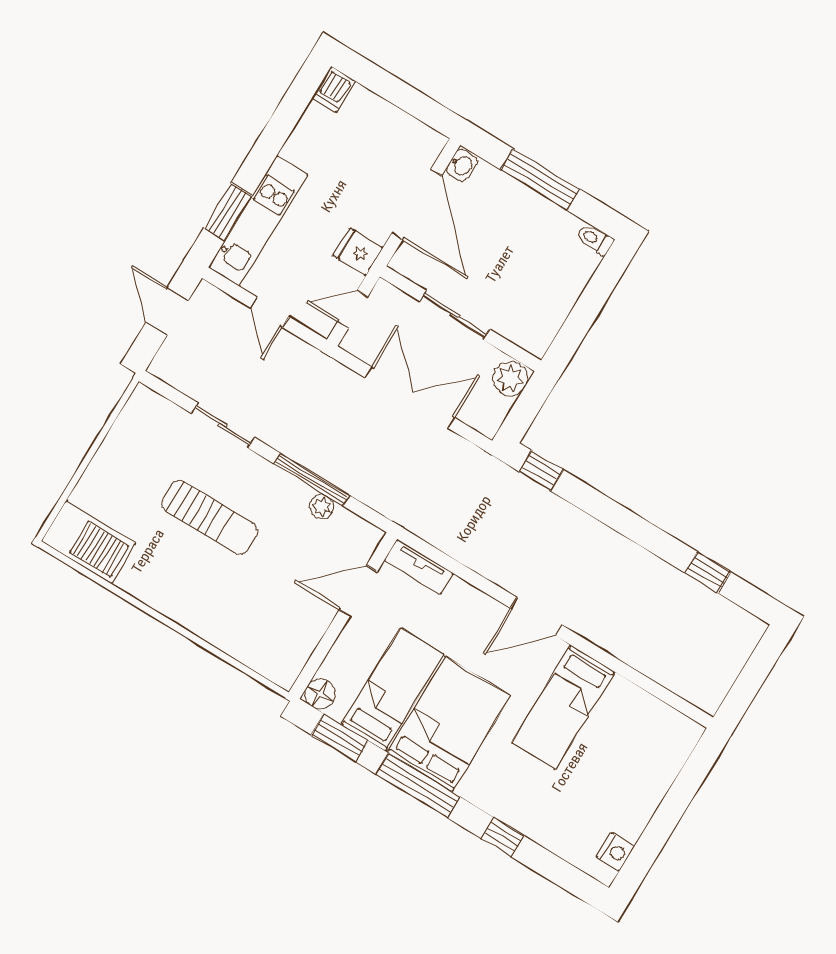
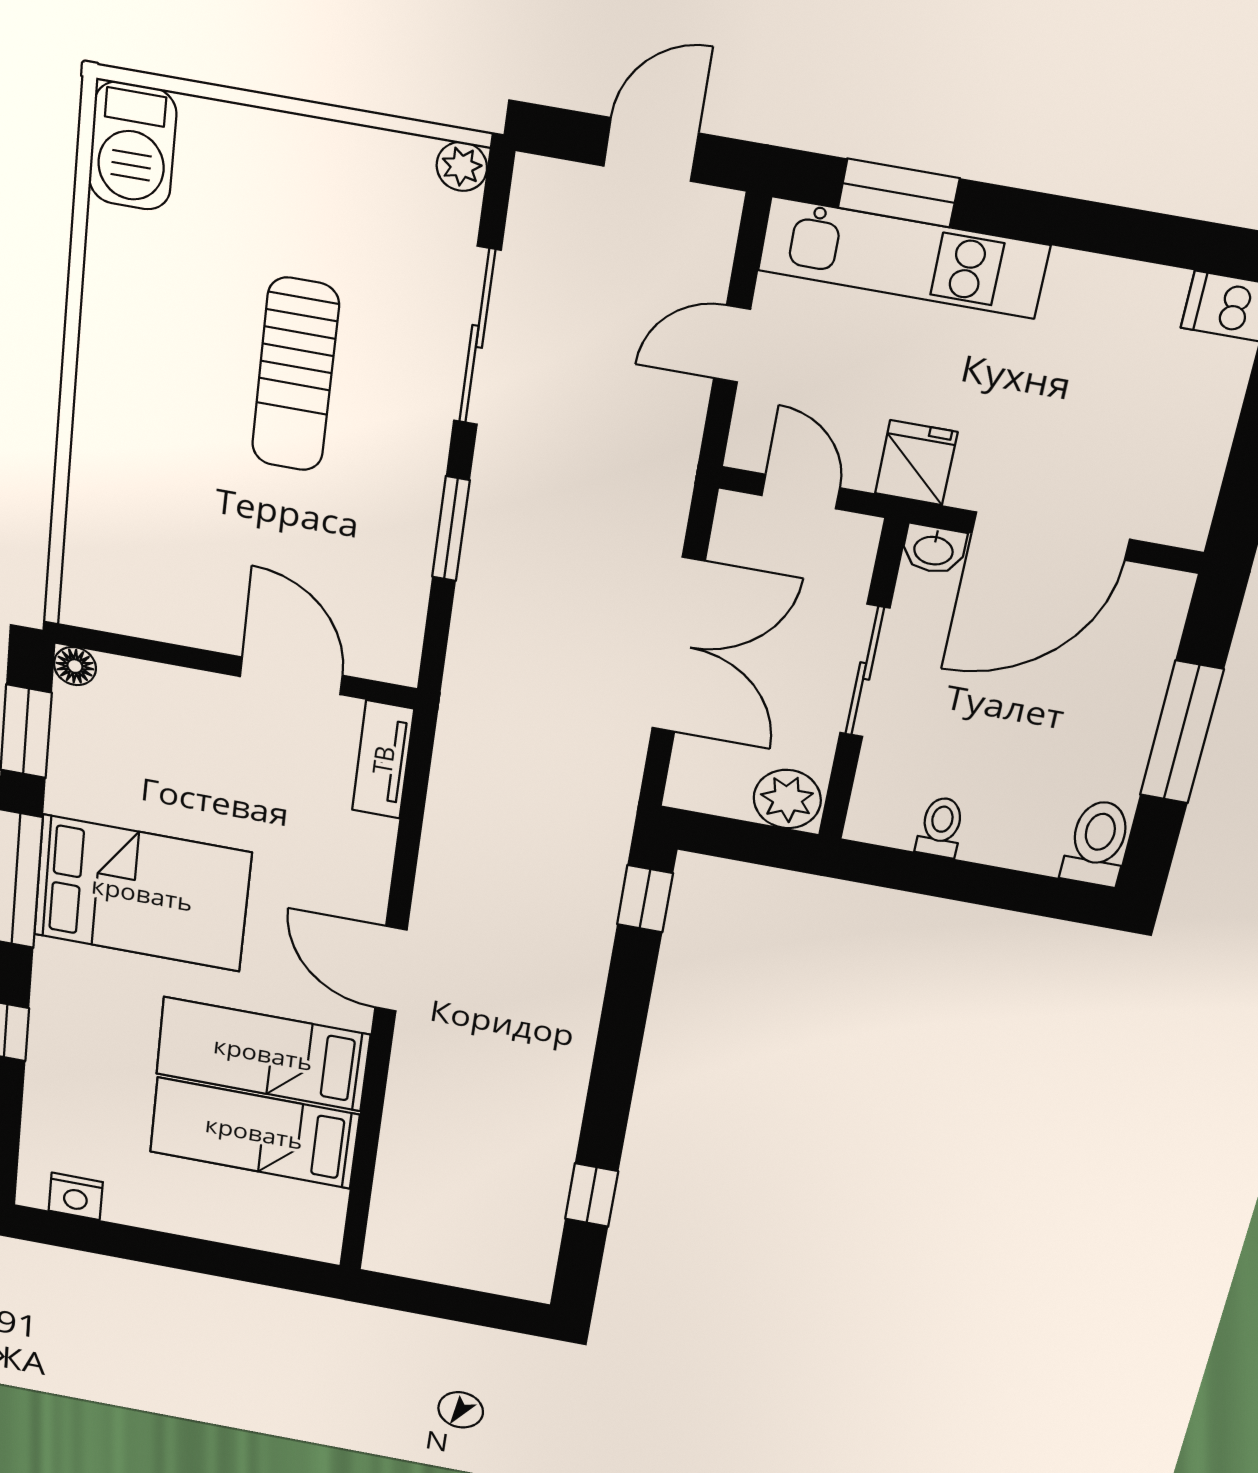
washbasin: (462, 165) -> (934, 549), moved
toilet: (595, 239) -> (1097, 843), width x1.37, depth x1.39
toilet: (552, 311) -> (941, 827), added
sliding door: (223, 425) -> (477, 336), width x1.37
window: (311, 479) -> (451, 529), width x0.69
plant: (322, 507) -> (462, 166), moved
barbecue: (89, 542) -> (133, 146), width x0.73, depth x0.83
bed: (393, 689) -> (254, 1133), moved, turned 180
floor lamp: (320, 694) -> (75, 666), width x0.73, depth x0.73

